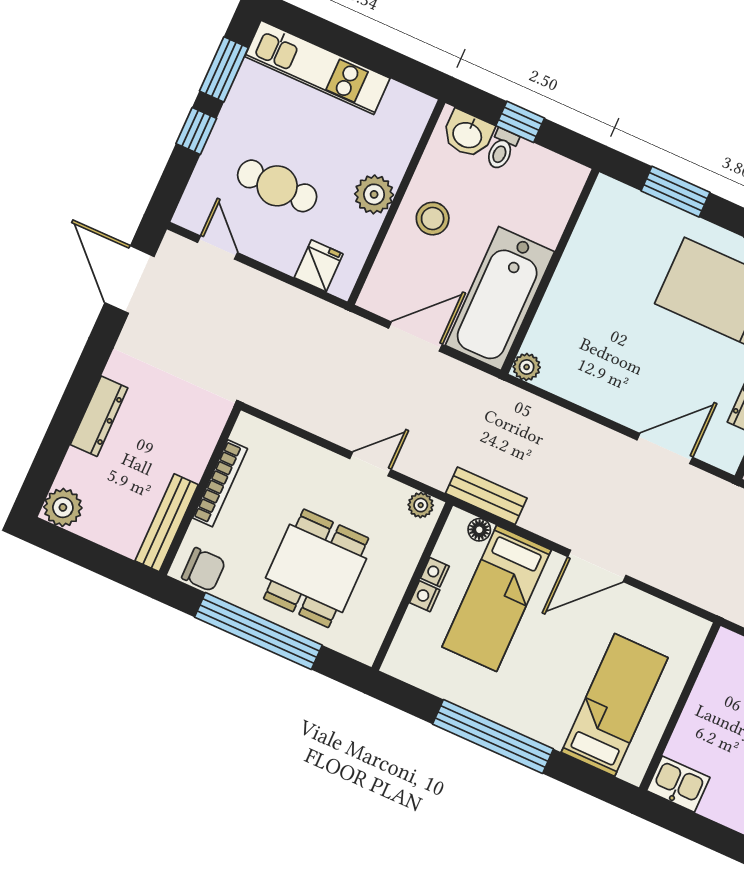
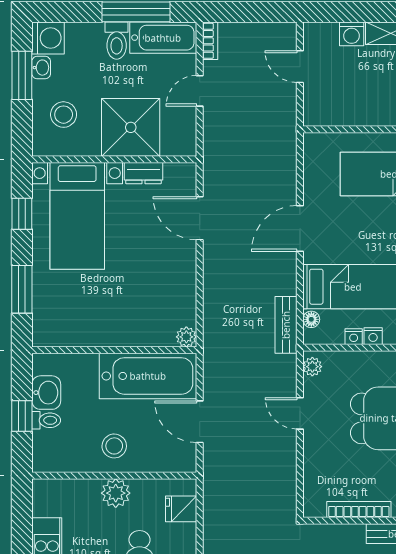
washbasin: (468, 134) -> (46, 393), moved
door: (597, 566) -> (300, 228), swing flipped

